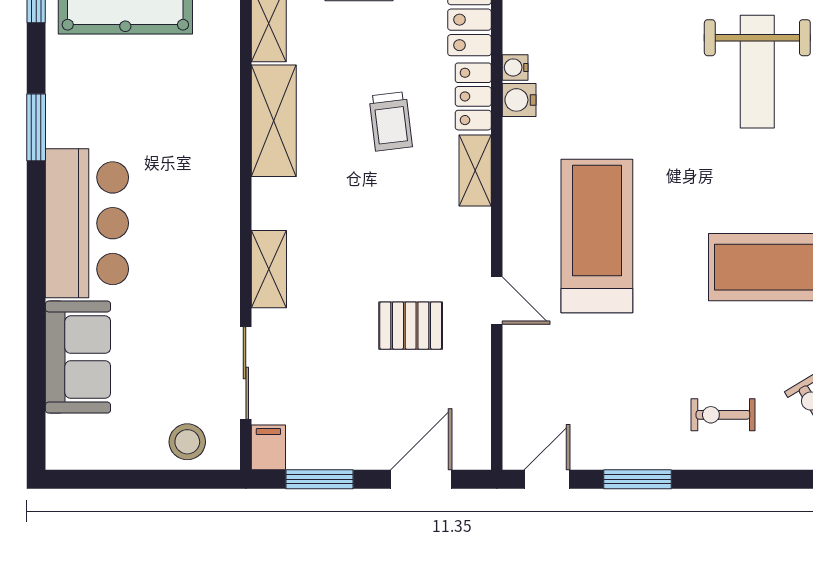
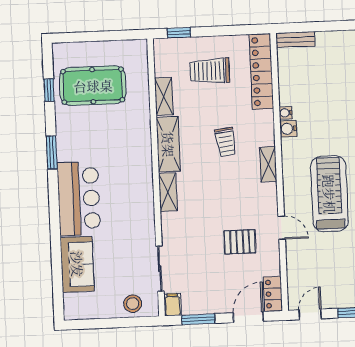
locker: (473, 96) -> (273, 294), moved
shelving: (269, 269) -> (168, 192), moved

